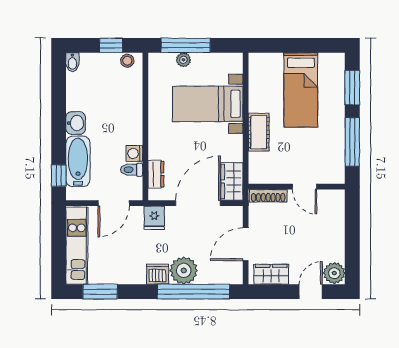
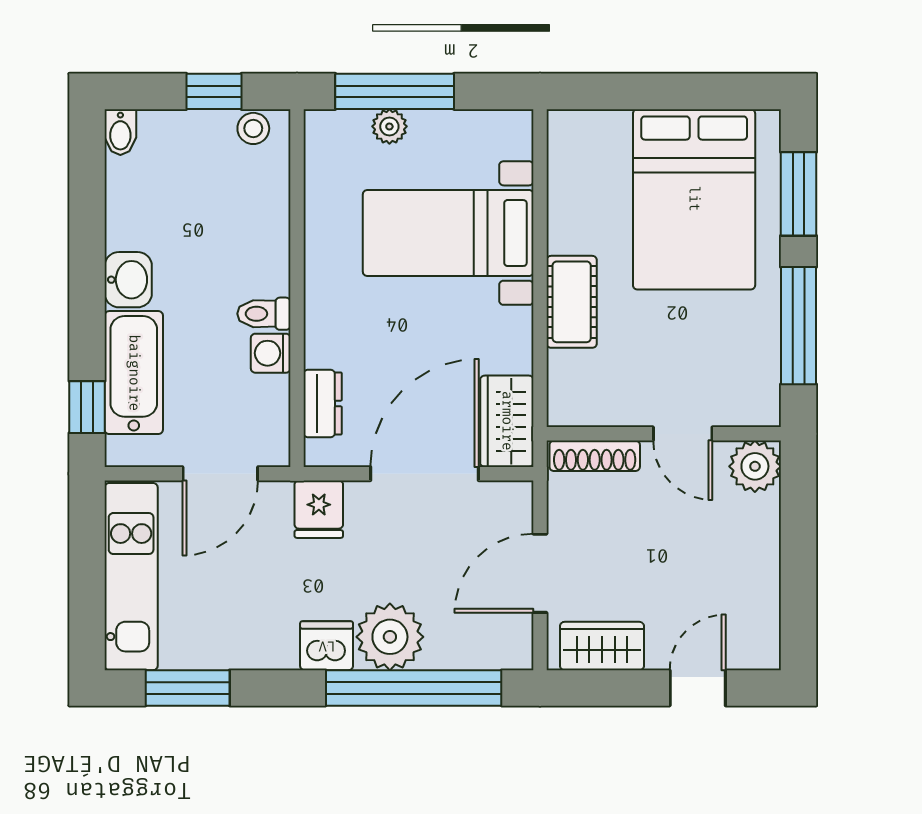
bed: (301, 90) -> (694, 199), width x1.50
toilet: (132, 170) -> (264, 314), moved
plant: (334, 273) -> (755, 466), moved

